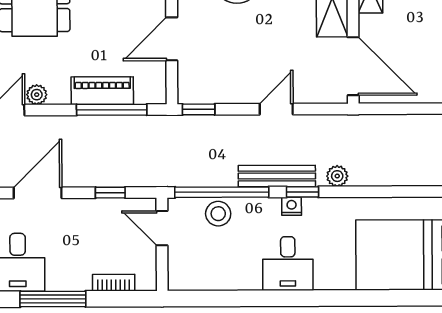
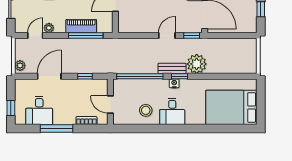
window: (199, 109) -> (192, 35), moved
bench: (277, 176) -> (172, 68), width x0.73
plant: (337, 176) -> (197, 64), width x1.87, depth x1.87
stool: (218, 214) -> (146, 110), moved
door: (162, 228) -> (110, 105), moved

